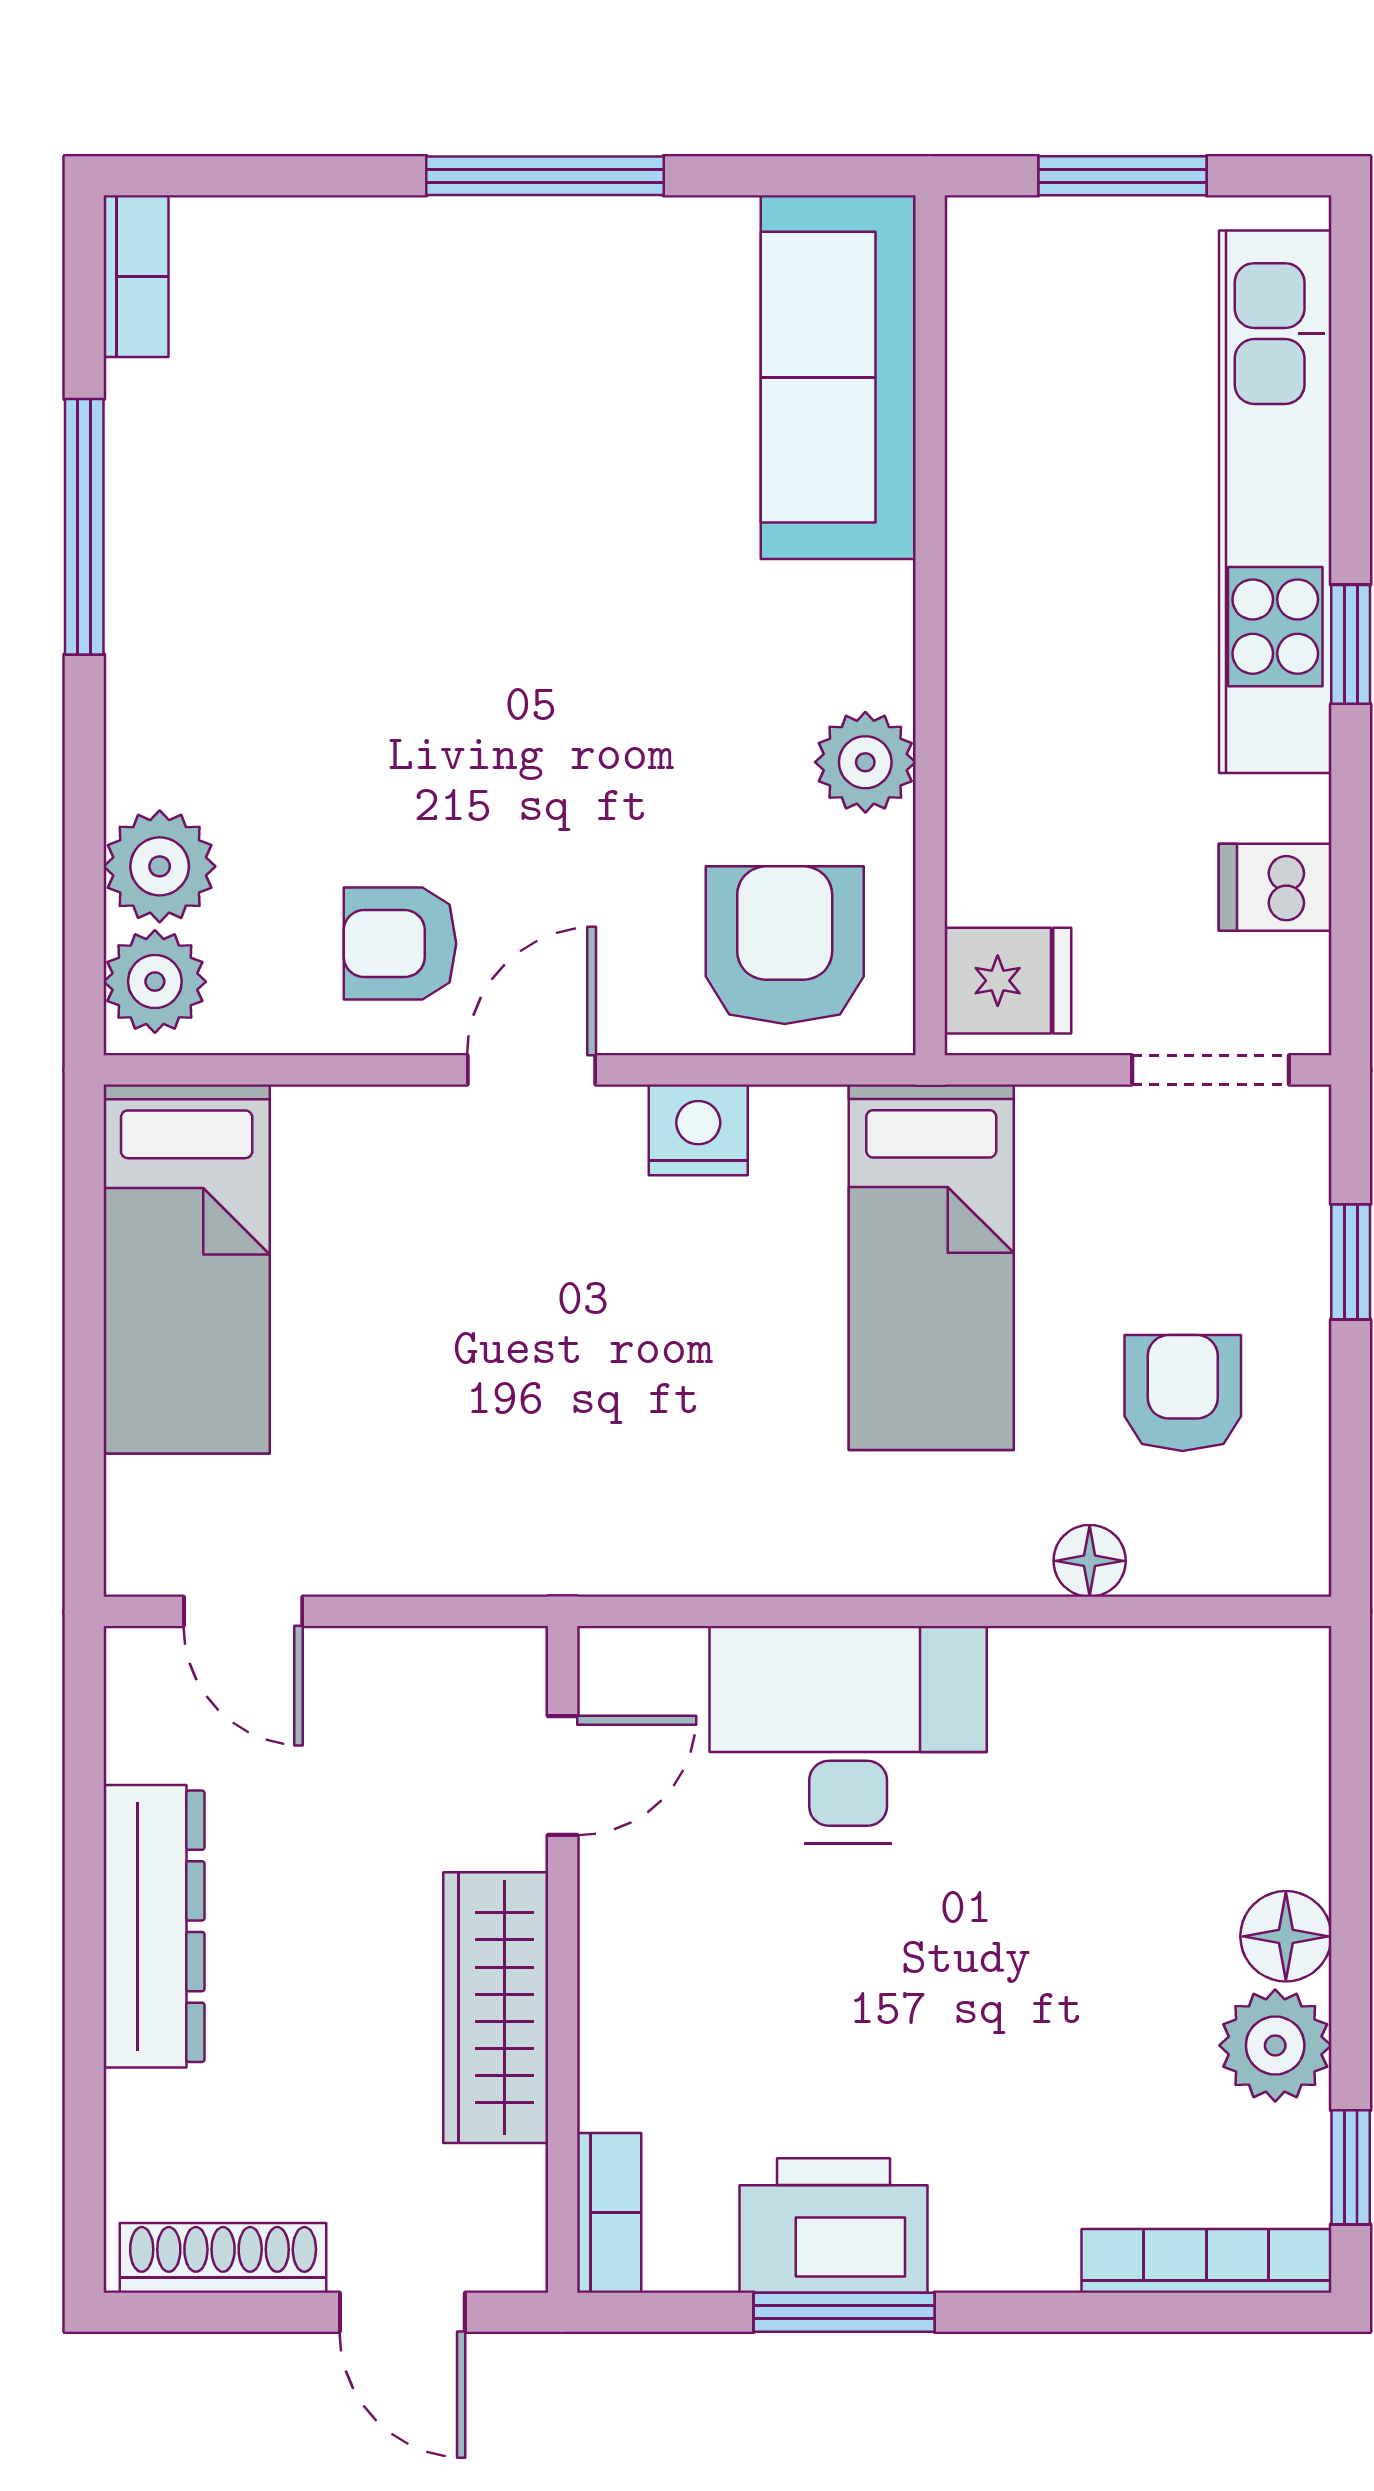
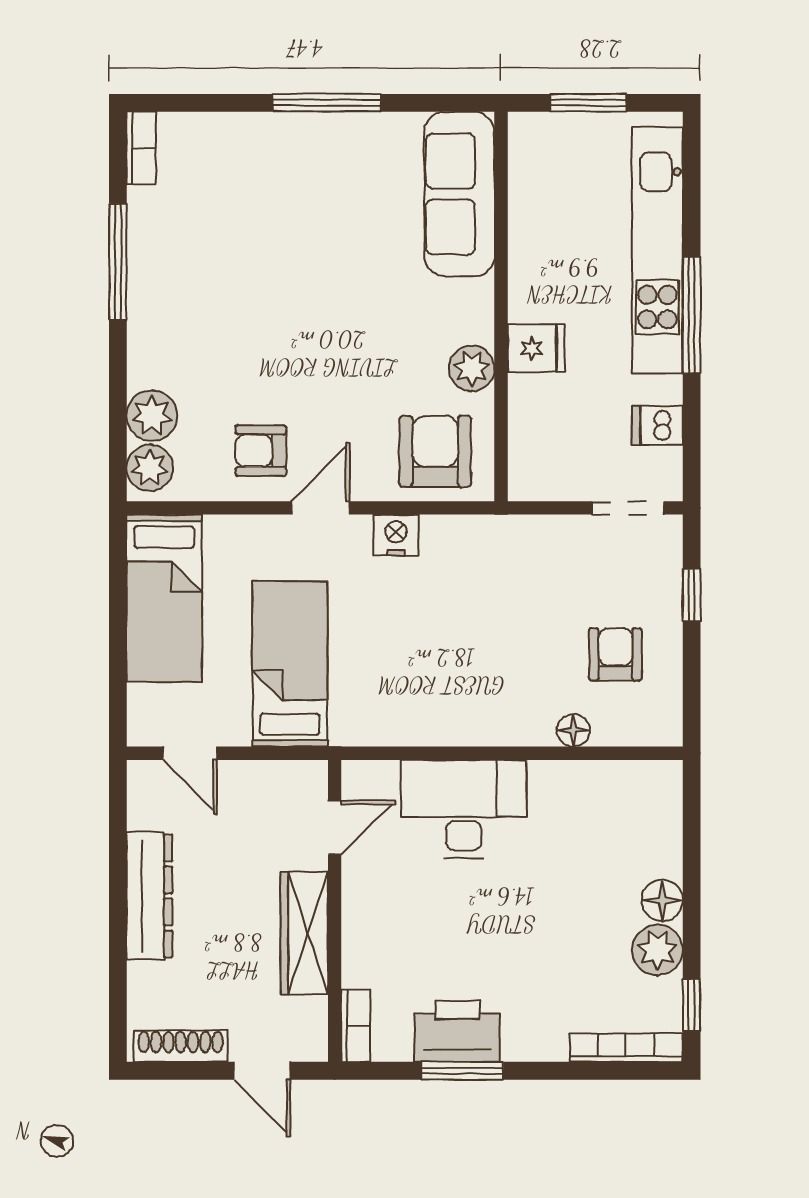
window: (1351, 644) -> (692, 315), width x2.17
fridge: (1008, 981) -> (536, 348), moved
bed: (931, 1267) -> (290, 664), moved, turned 180

